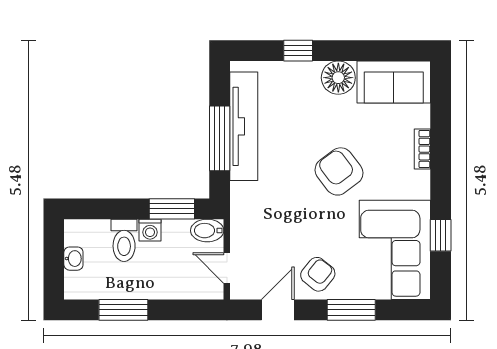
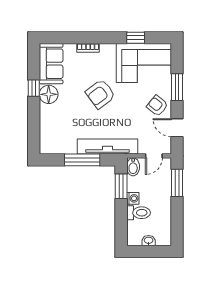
window: (298, 51) -> (34, 88), moved
tv unit: (244, 126) -> (108, 147), moved
window: (123, 310) -> (177, 183), moved

